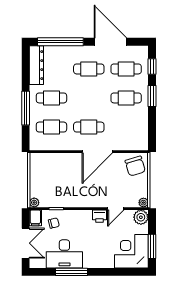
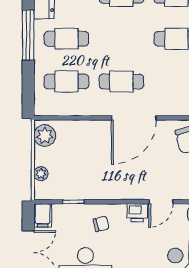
window: (26, 108) -> (28, 35), moved
plant: (37, 164) -> (45, 136), added
plant: (34, 203) -> (41, 174), moved
chair: (54, 223) -> (101, 224), moved

